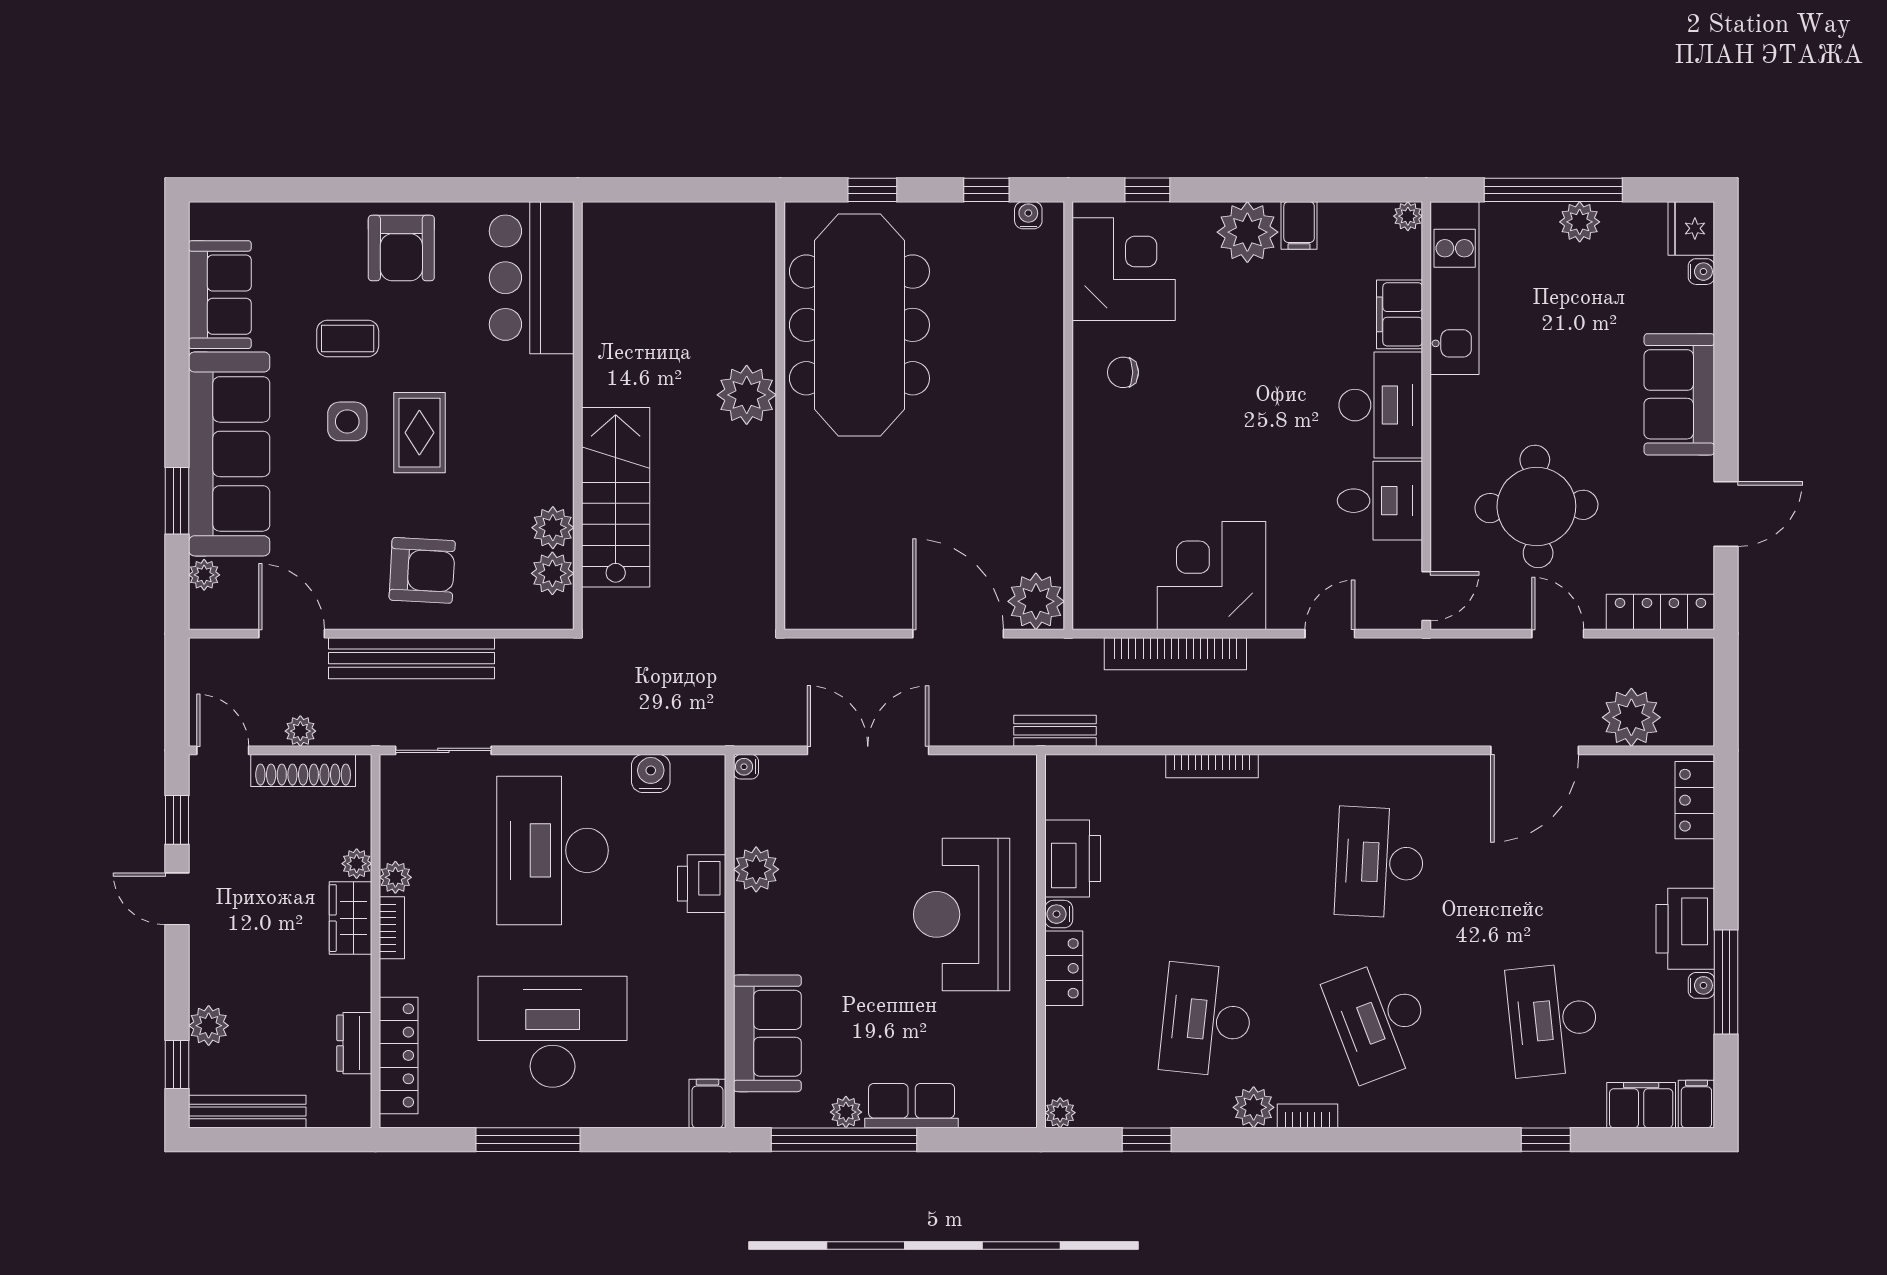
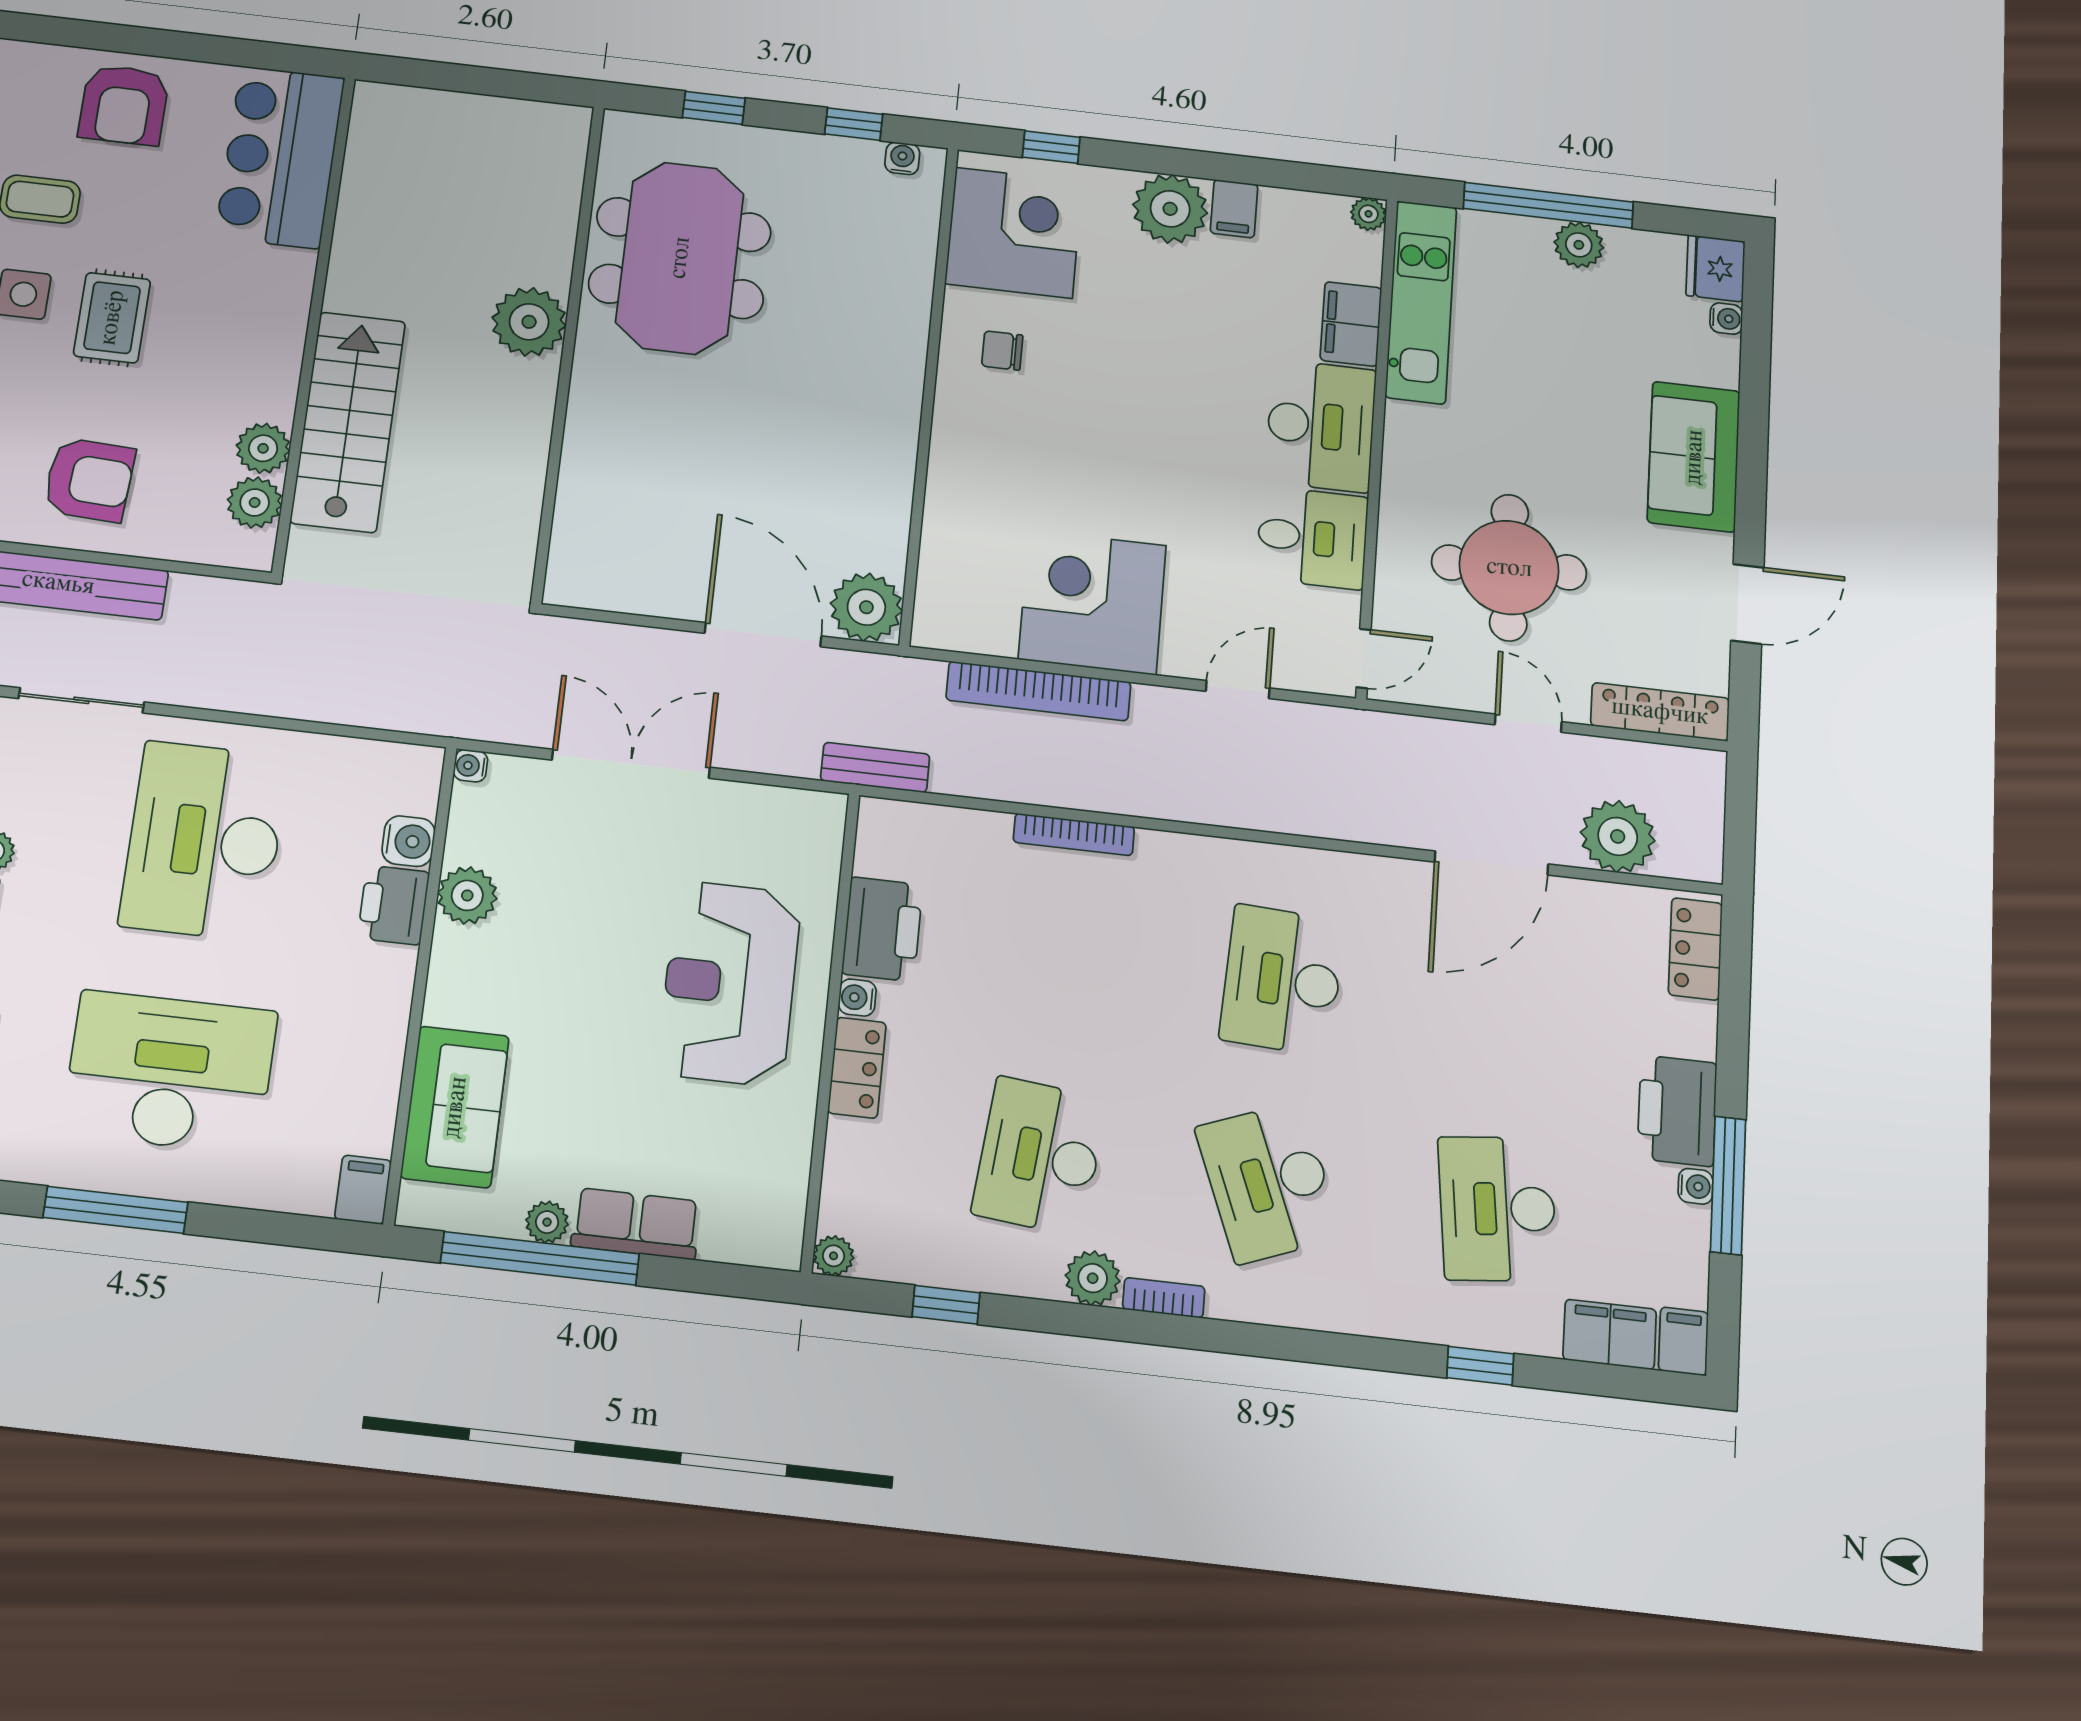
meeting table: (859, 325) -> (680, 258), width x0.73
water cooler: (651, 773) -> (408, 841), moved, turned 90

